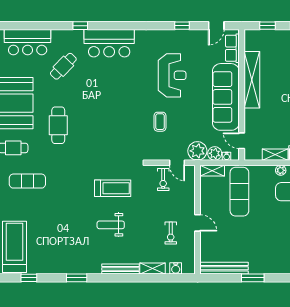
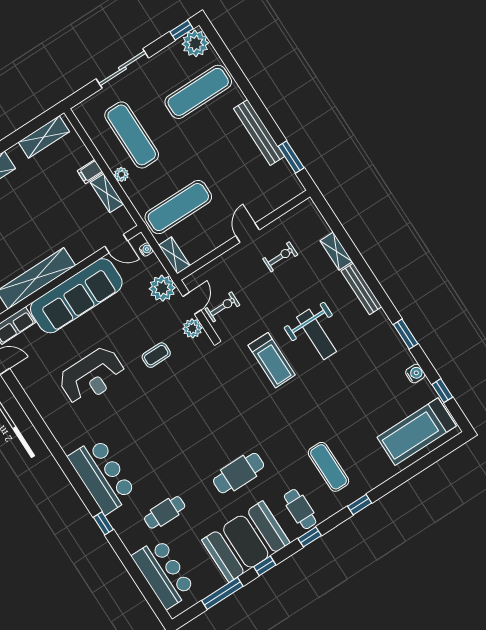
window: (182, 26) -> (25, 403), removed
cafe table: (63, 66) -> (165, 512), turned -44
reception desk: (172, 75) -> (92, 376), turned 180
door: (242, 141) -> (116, 244), hinge flipped
plant: (215, 153) -> (192, 328), moved
treadmill: (113, 188) -> (272, 360), turned 180
weight bench: (111, 225) -> (317, 334), width x1.36, depth x1.33
water cooler: (176, 268) -> (415, 374), moved
bench: (224, 268) -> (259, 132), moved
window: (253, 278) -> (291, 157), moved

